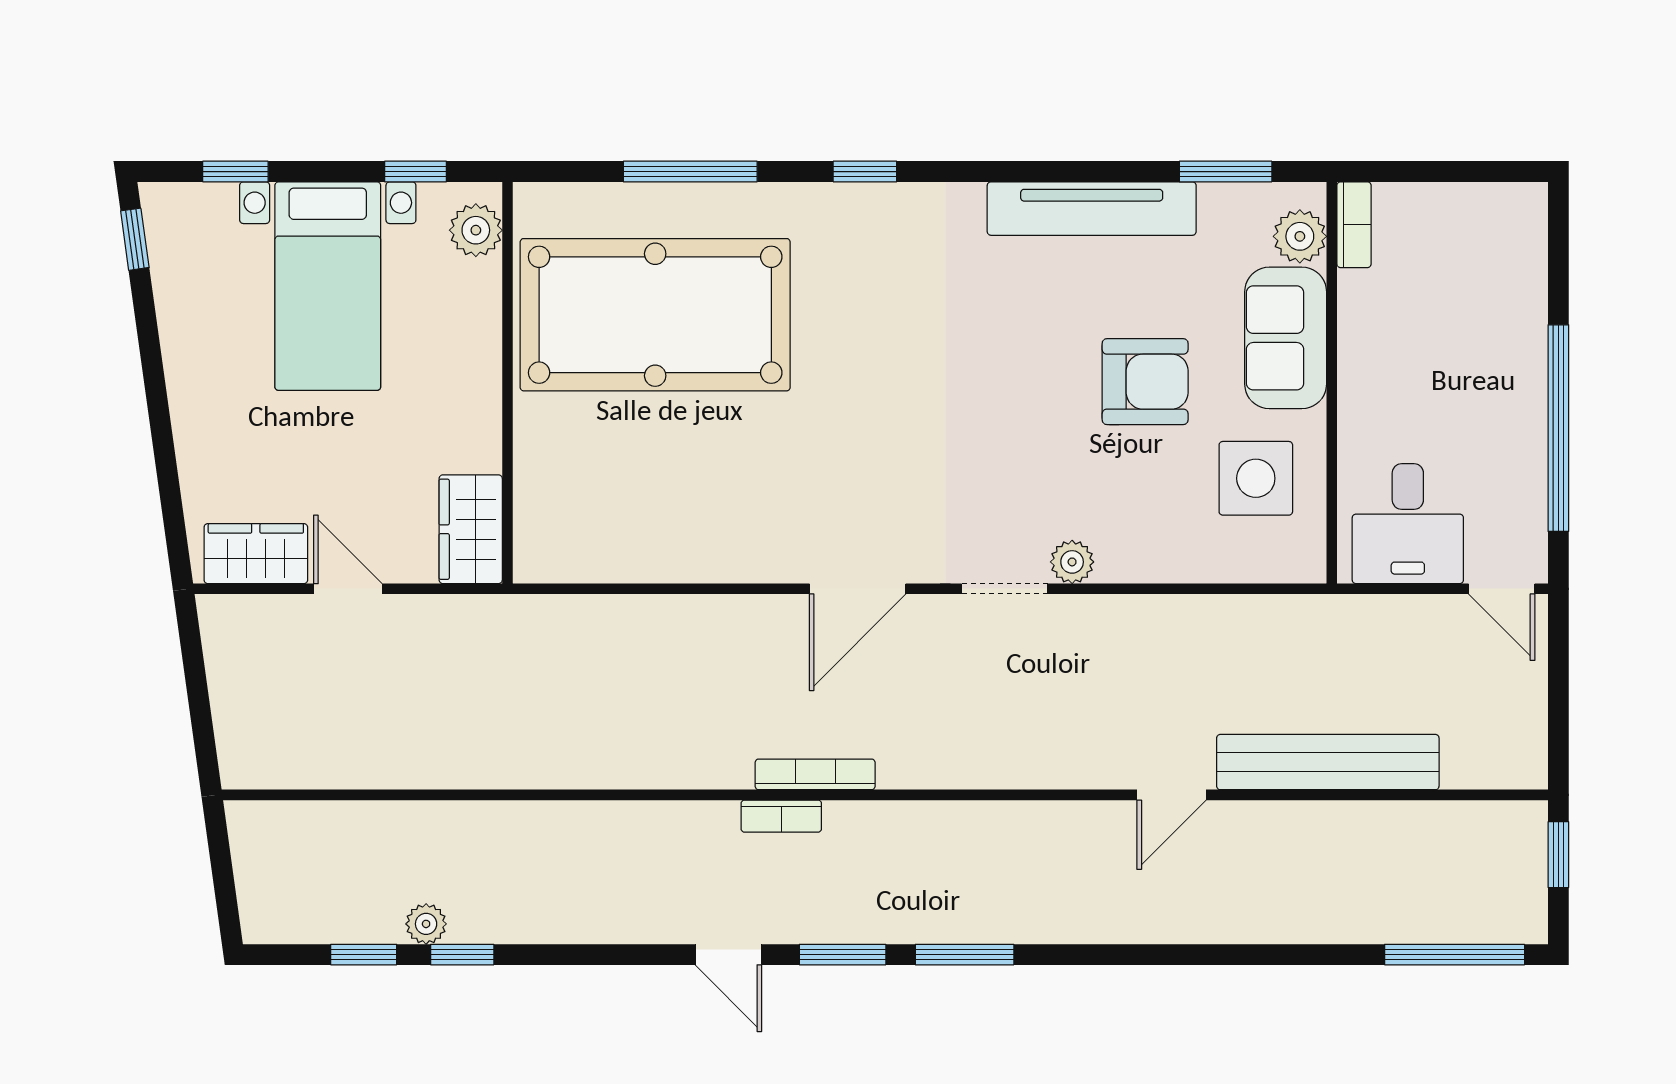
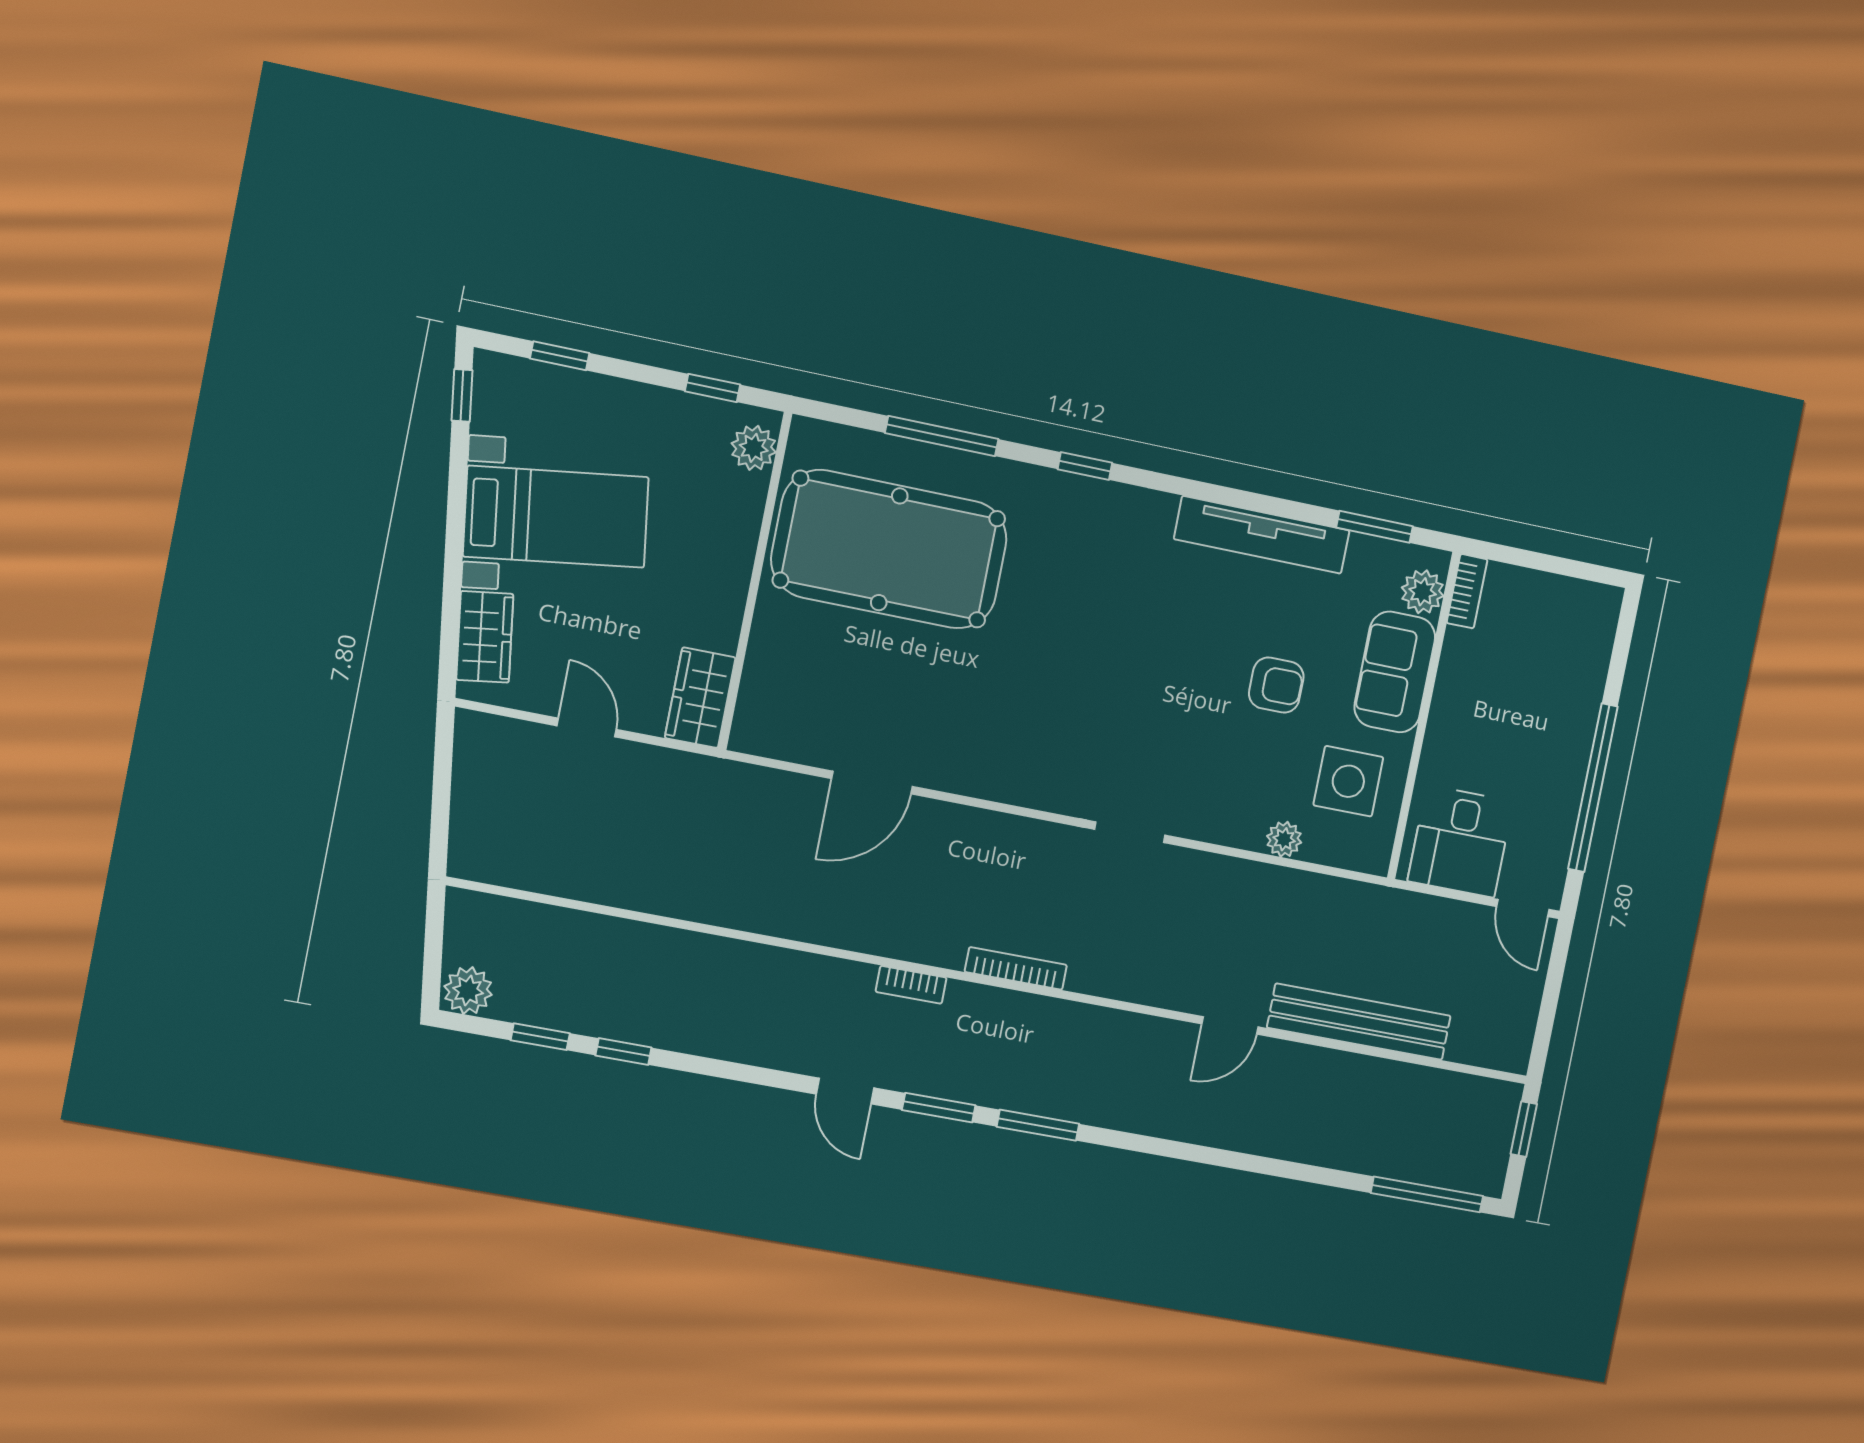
bed with nightstands: (328, 286) -> (556, 517), moved, turned -98
armchair: (1145, 382) -> (1276, 685), width x0.72, depth x0.72
wardrobe: (256, 554) -> (485, 637), moved, turned 82
plant: (1072, 562) -> (1284, 839), moved
door: (858, 589) -> (872, 783), moved
bookcase: (815, 774) -> (1016, 968), moved
plant: (426, 924) -> (468, 991), moved, width x1.38, depth x1.38

